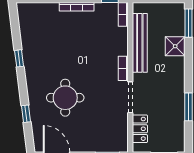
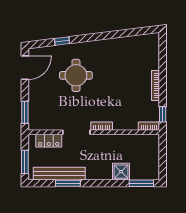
bench: (140, 43) -> (59, 174), moved
window: (19, 58) -> (110, 35), removed

